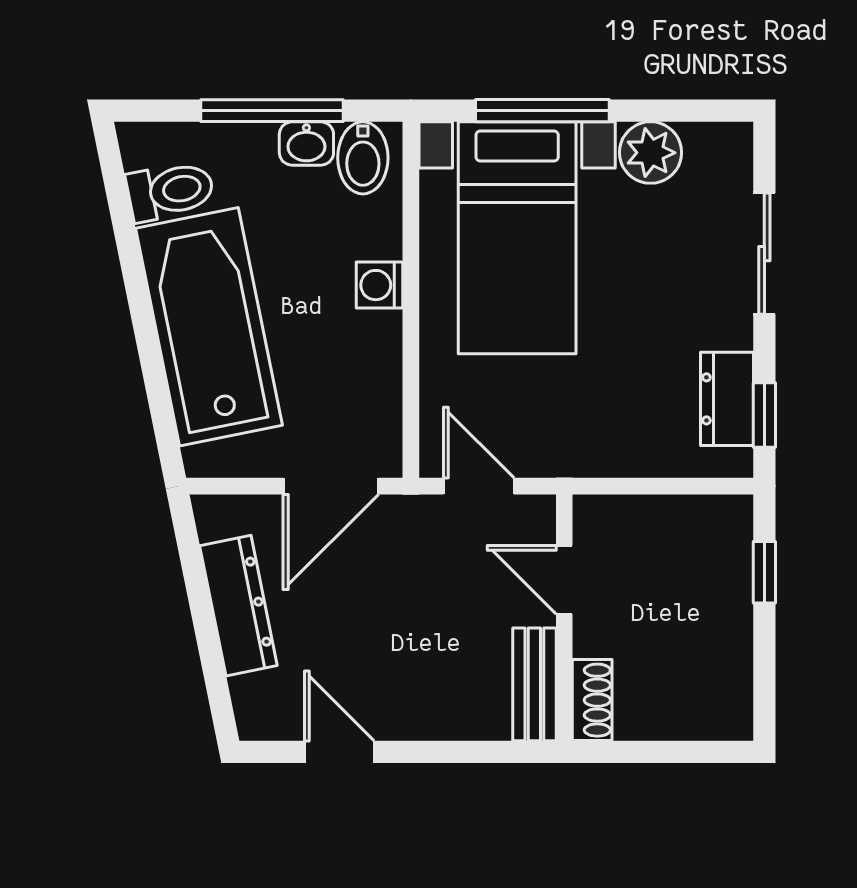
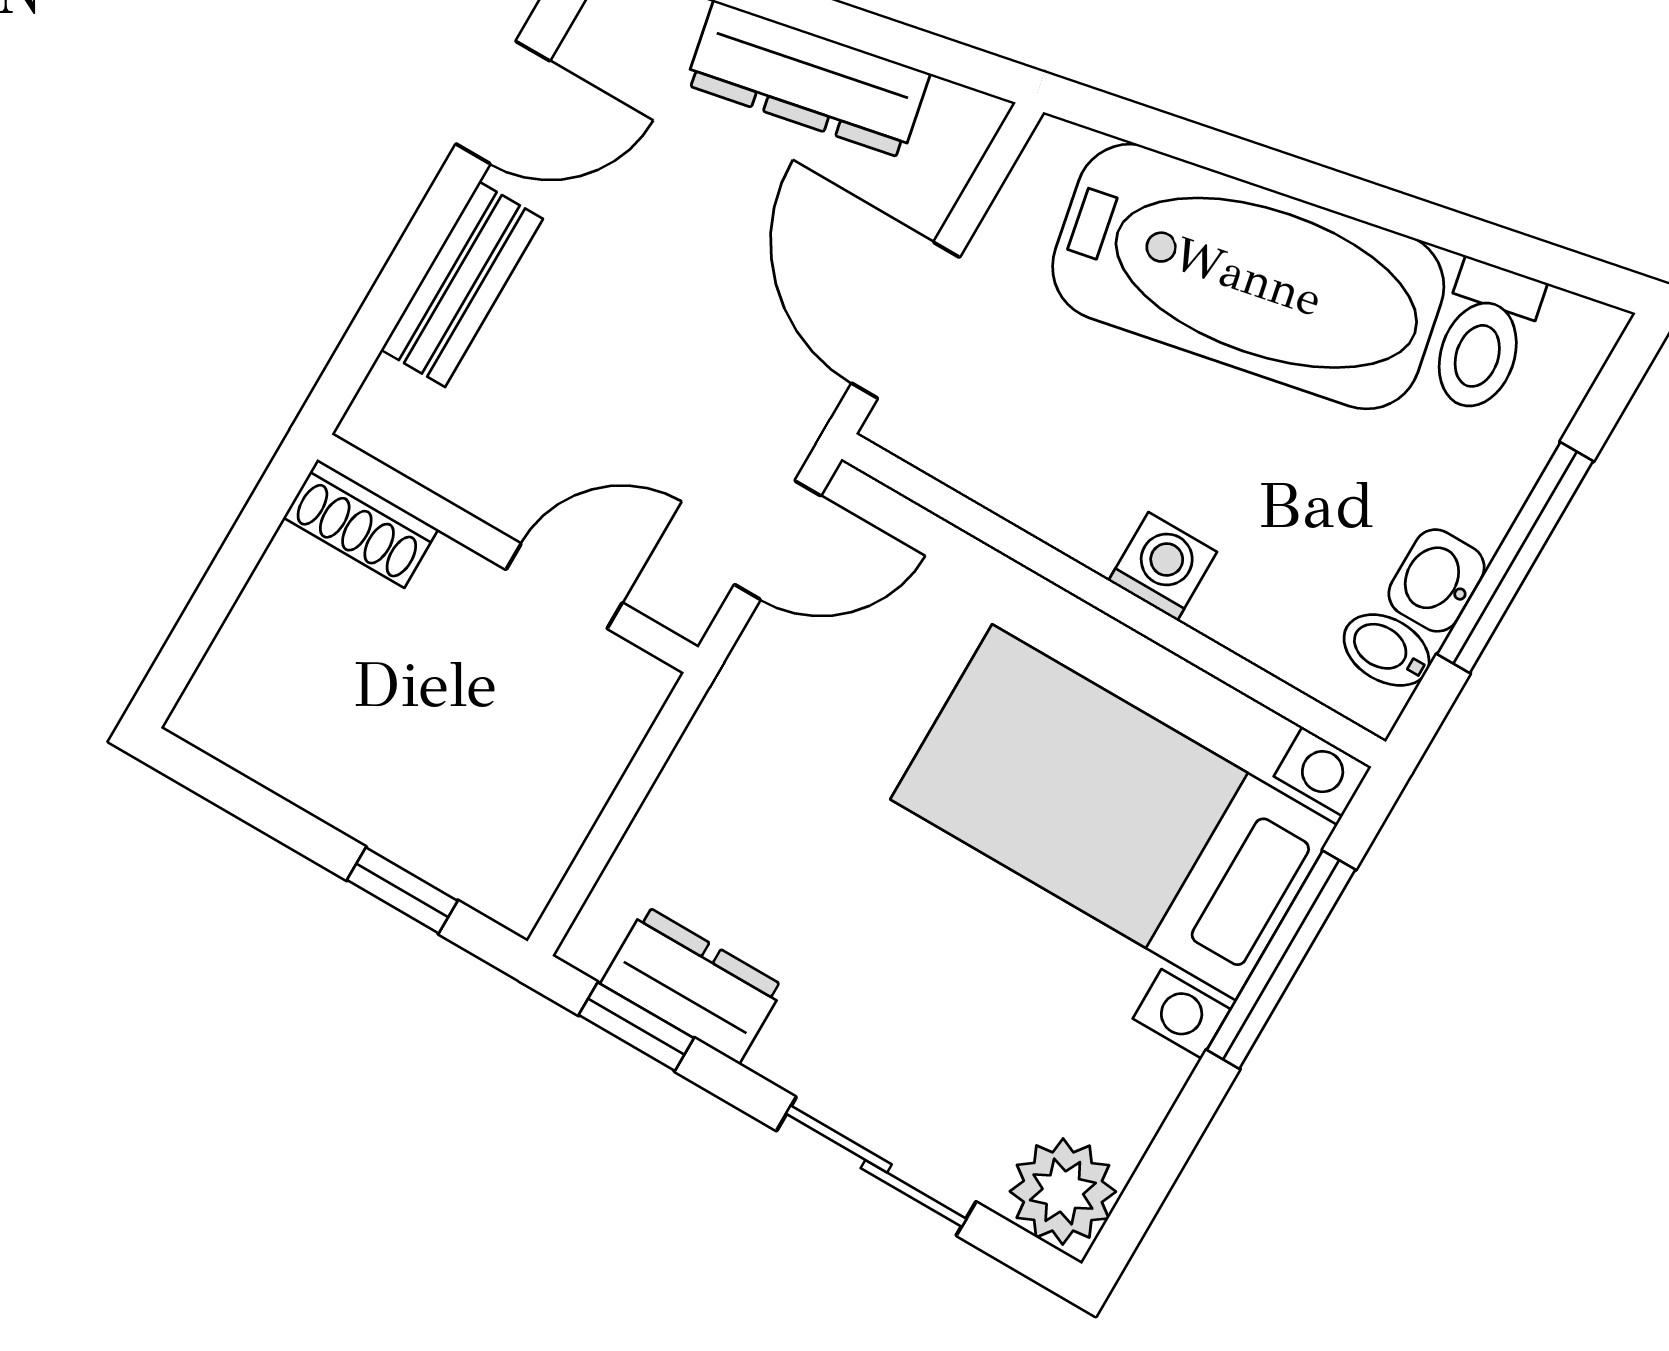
plant: (651, 153) -> (1063, 1192), moved
bidet: (363, 158) -> (1387, 650), width x0.72, depth x0.74
bench: (534, 684) -> (462, 284), moved, turned 90

